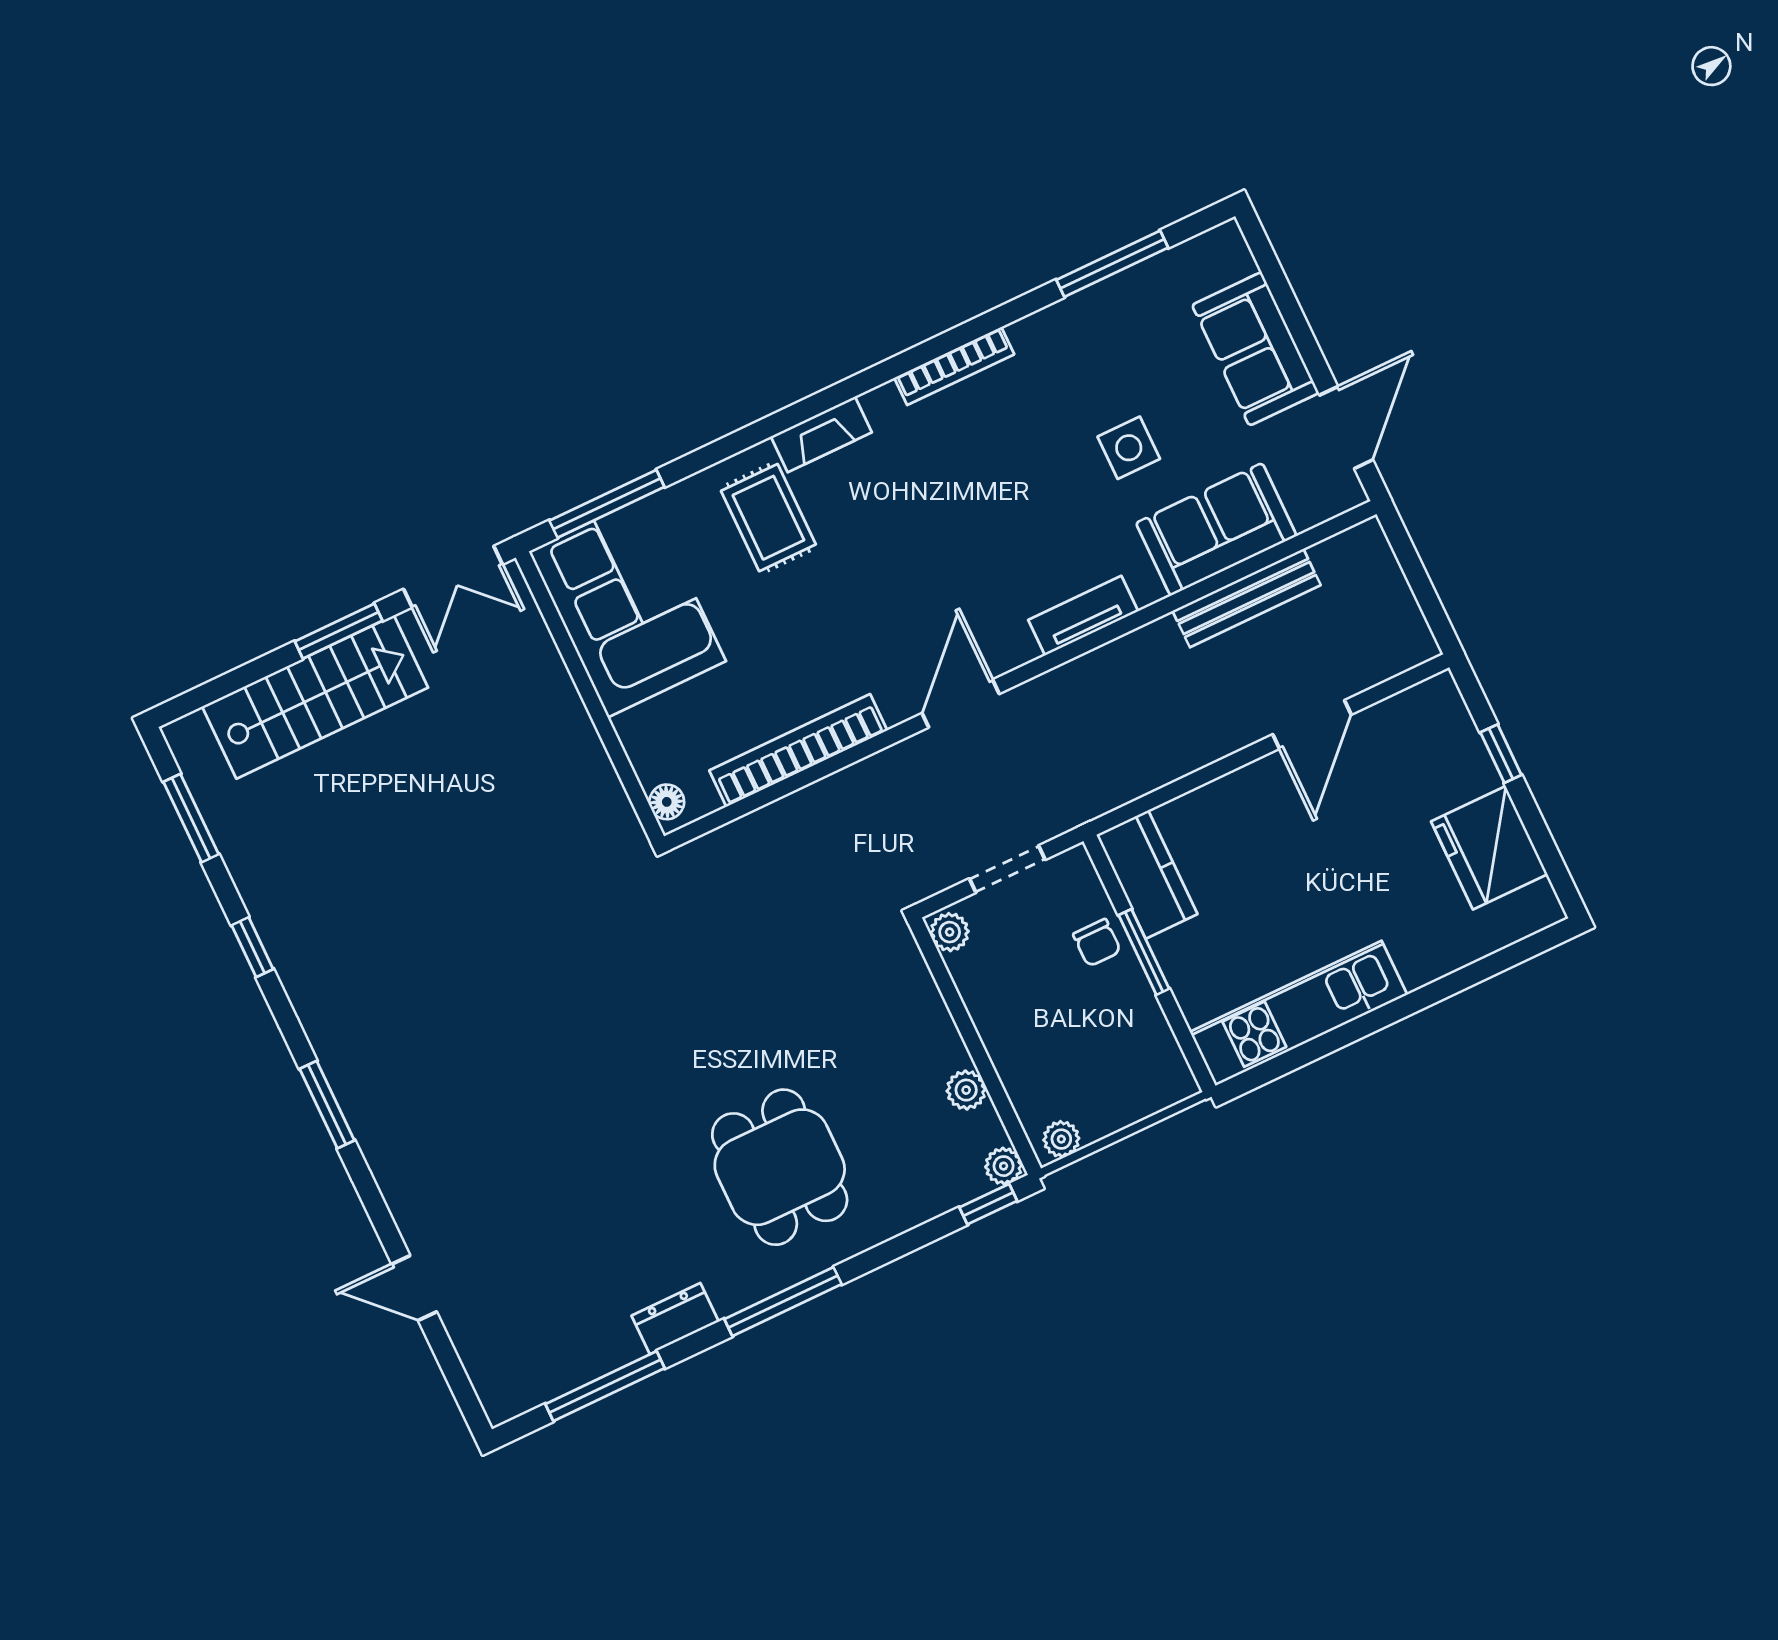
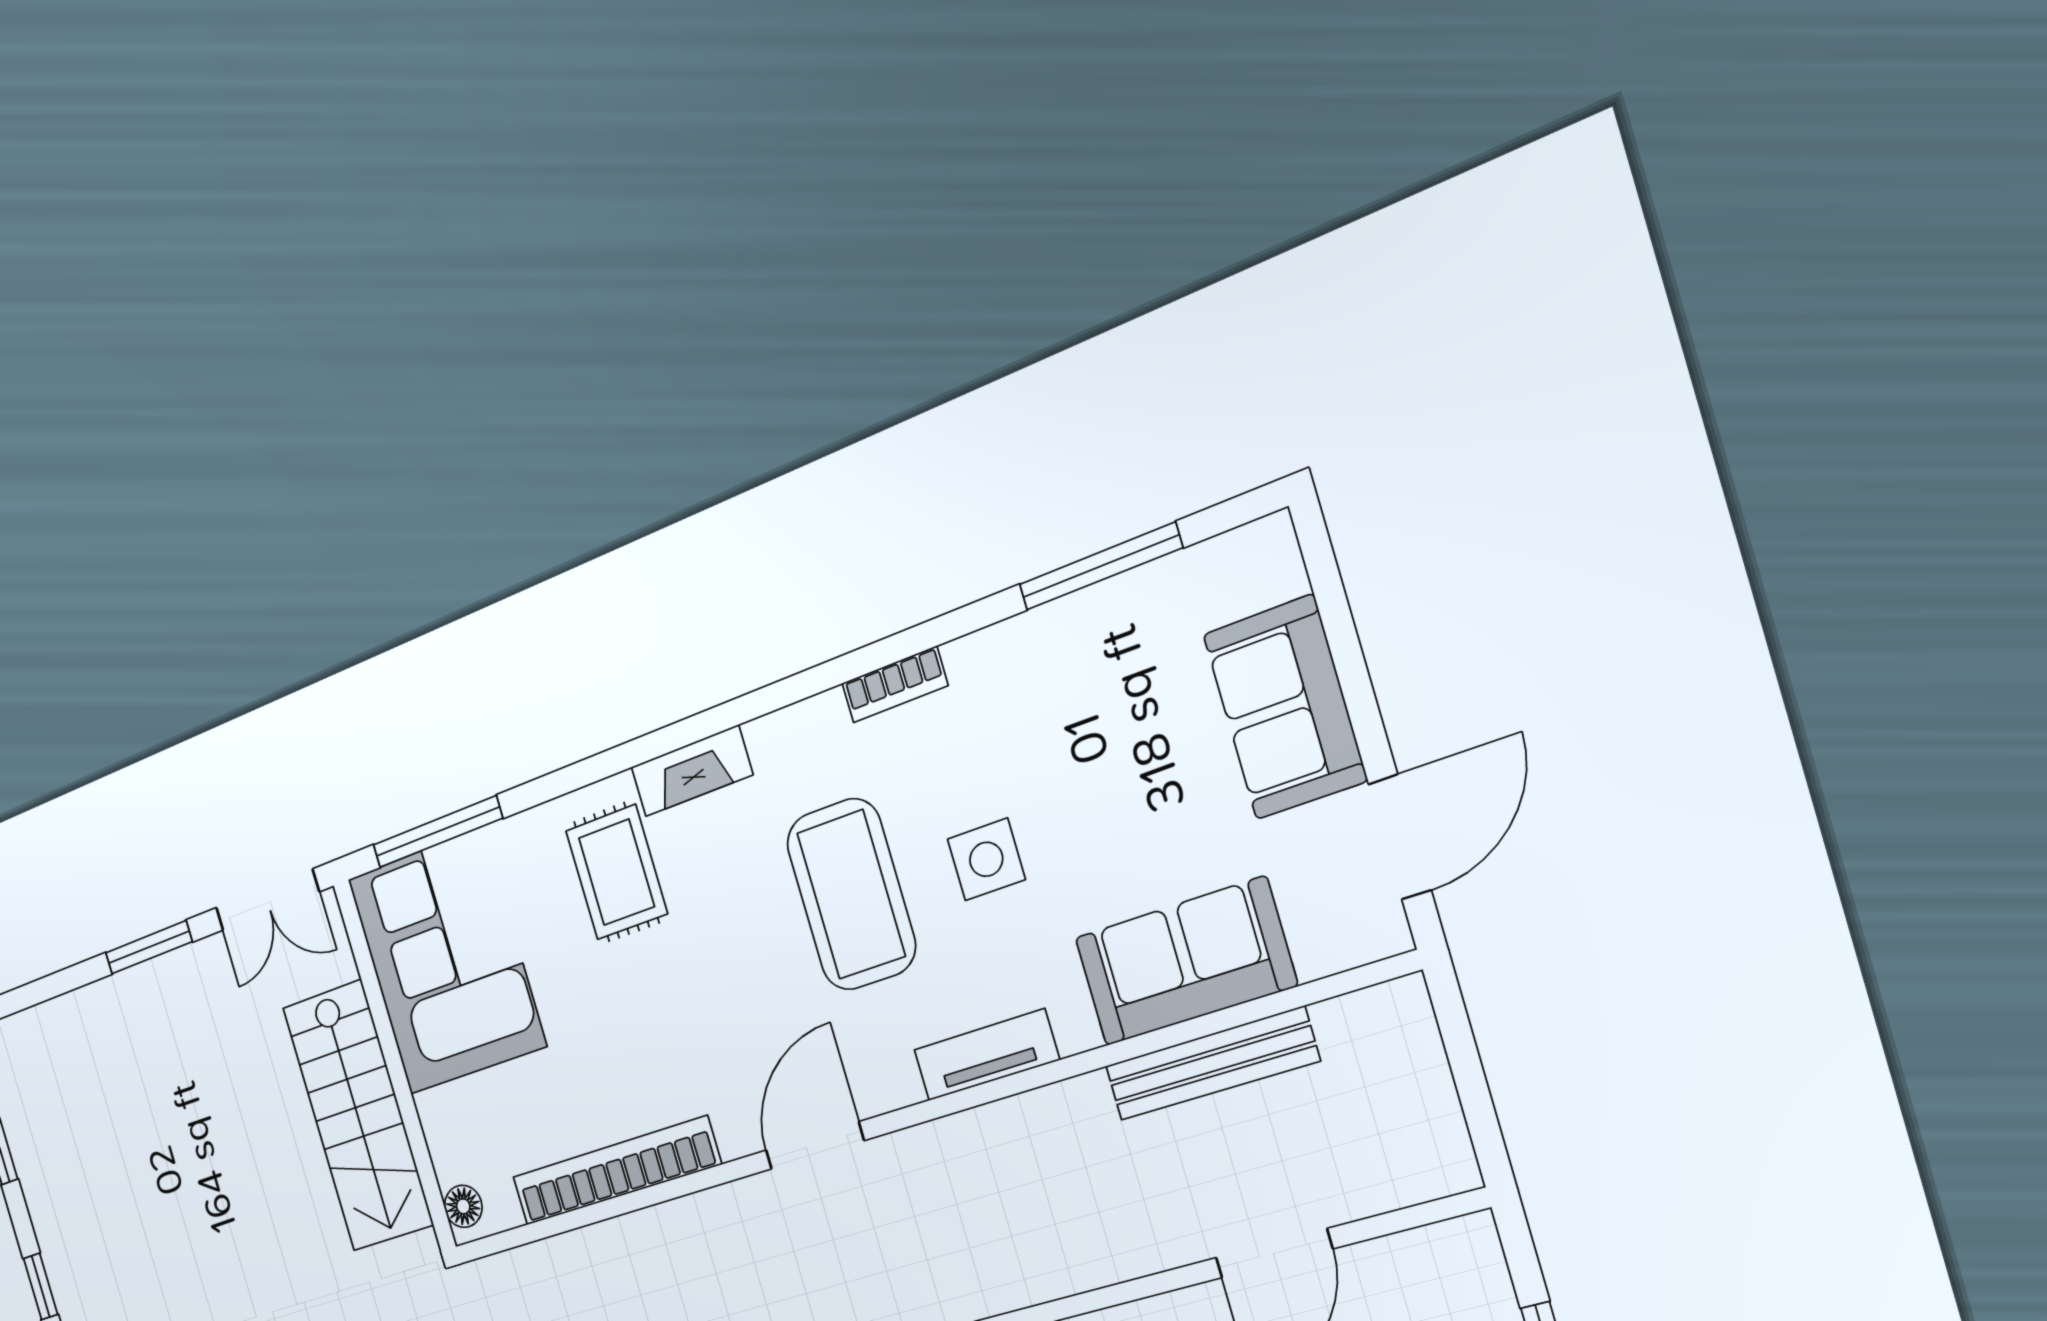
bookcase: (954, 366) -> (895, 684), width x0.64
side table: (1129, 448) -> (986, 859), moved
coffee table: (962, 512) -> (851, 894), added
stairs: (315, 697) -> (358, 1116), moved, turned 90

